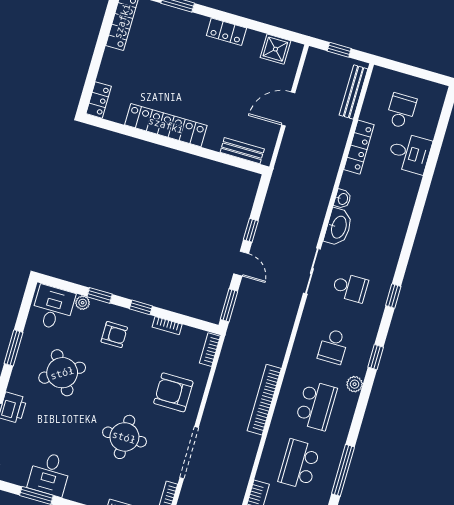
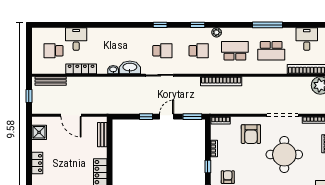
school desk: (350, 288) -> (162, 51), turned 90
bookcase: (264, 400) -> (221, 81), moved
round table: (124, 437) -> (284, 155), width x1.36, depth x1.36

